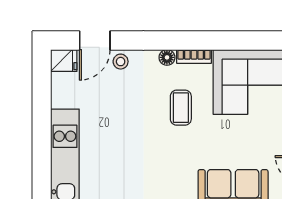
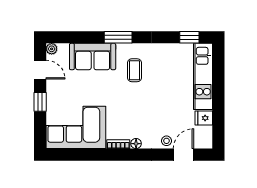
fridge: (64, 60) -> (204, 118), moved
coffee table: (181, 108) -> (134, 70), moved

